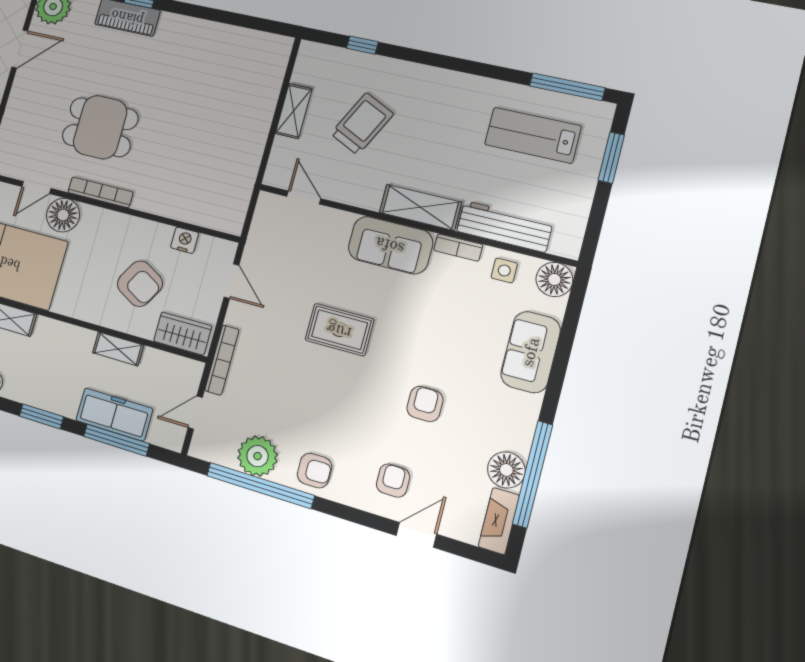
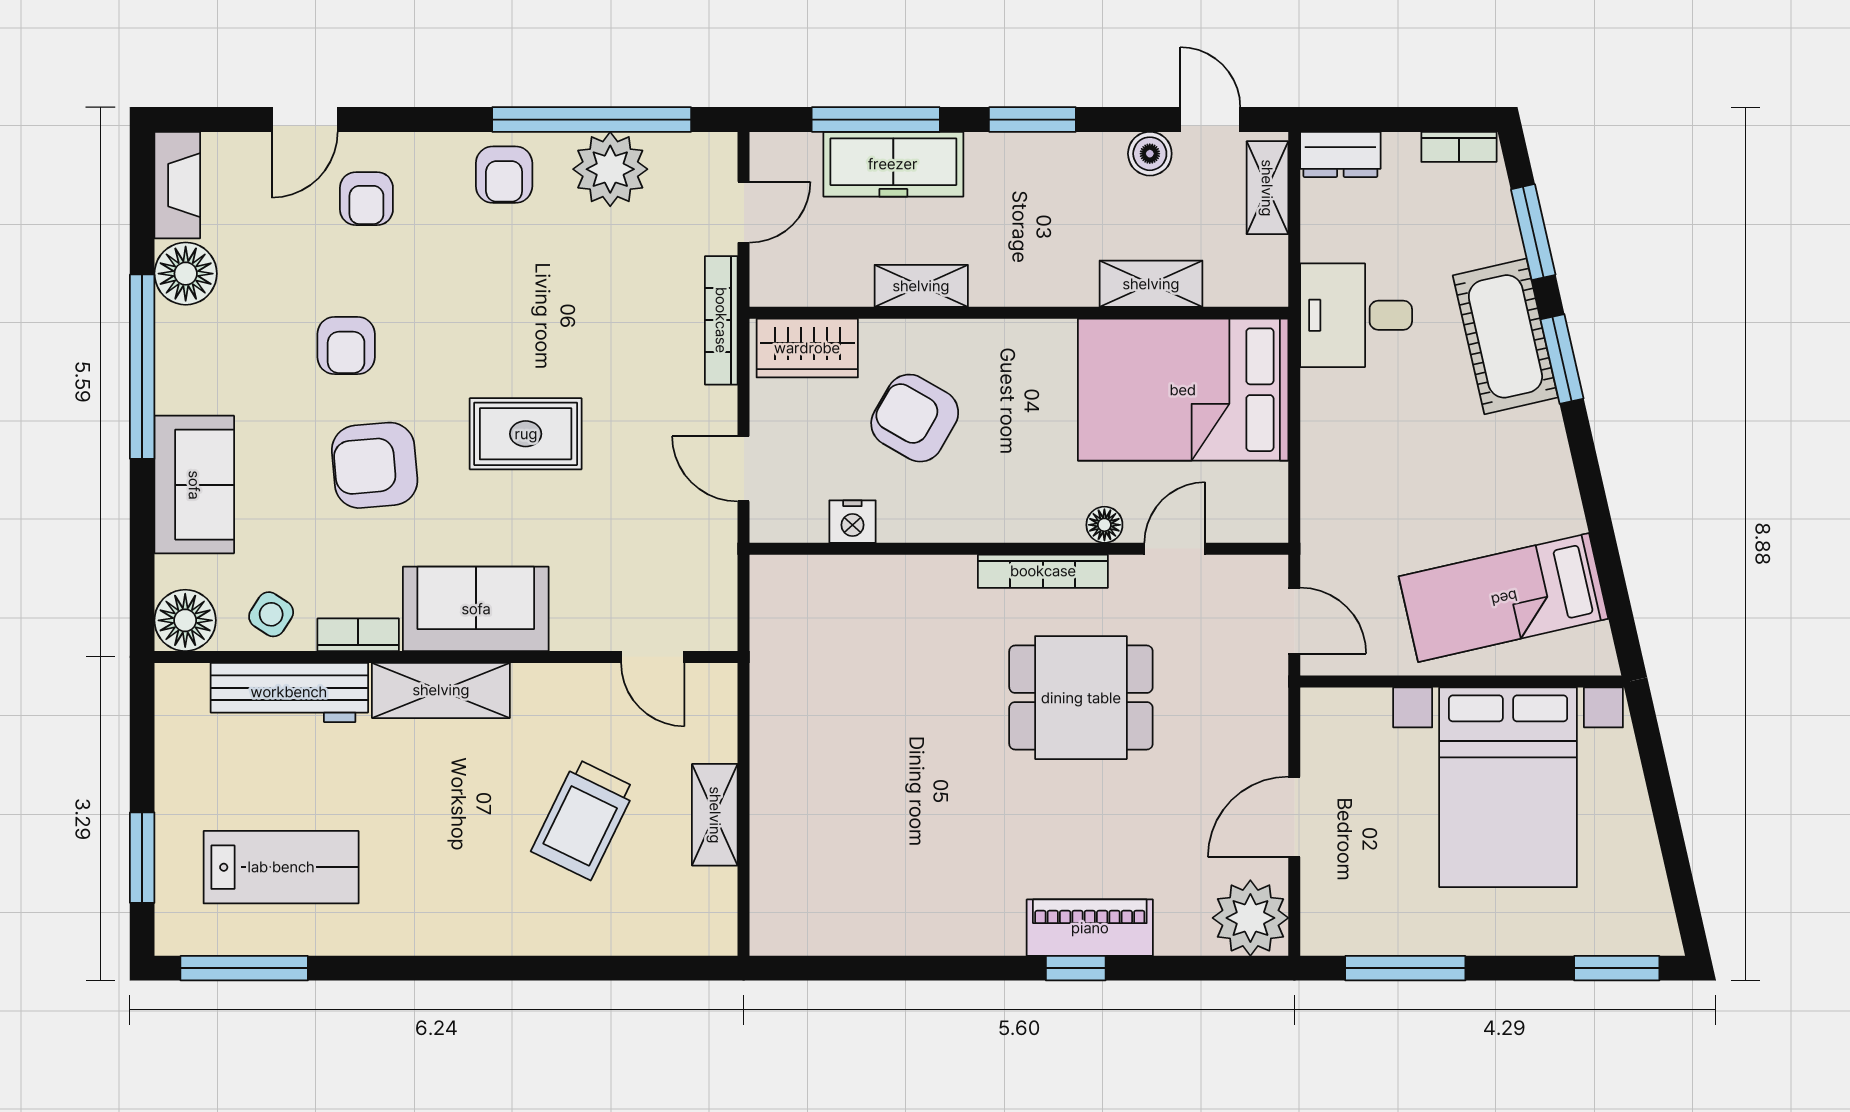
window: (362, 45) -> (621, 968), removed
floor lamp: (63, 215) -> (1104, 525), width x0.53, depth x0.53
side table: (504, 270) -> (271, 614), turned 33
armchair: (426, 335) -> (375, 465), added
armchair: (314, 471) -> (504, 175), turned -90
window: (533, 474) -> (142, 367), moved

